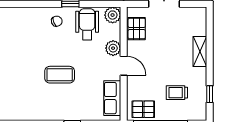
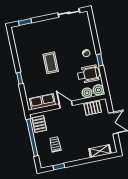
plant: (113, 48) -> (87, 93), moved
shelving: (200, 52) -> (100, 151), moved
door: (124, 66) -> (66, 105), swing flipped

